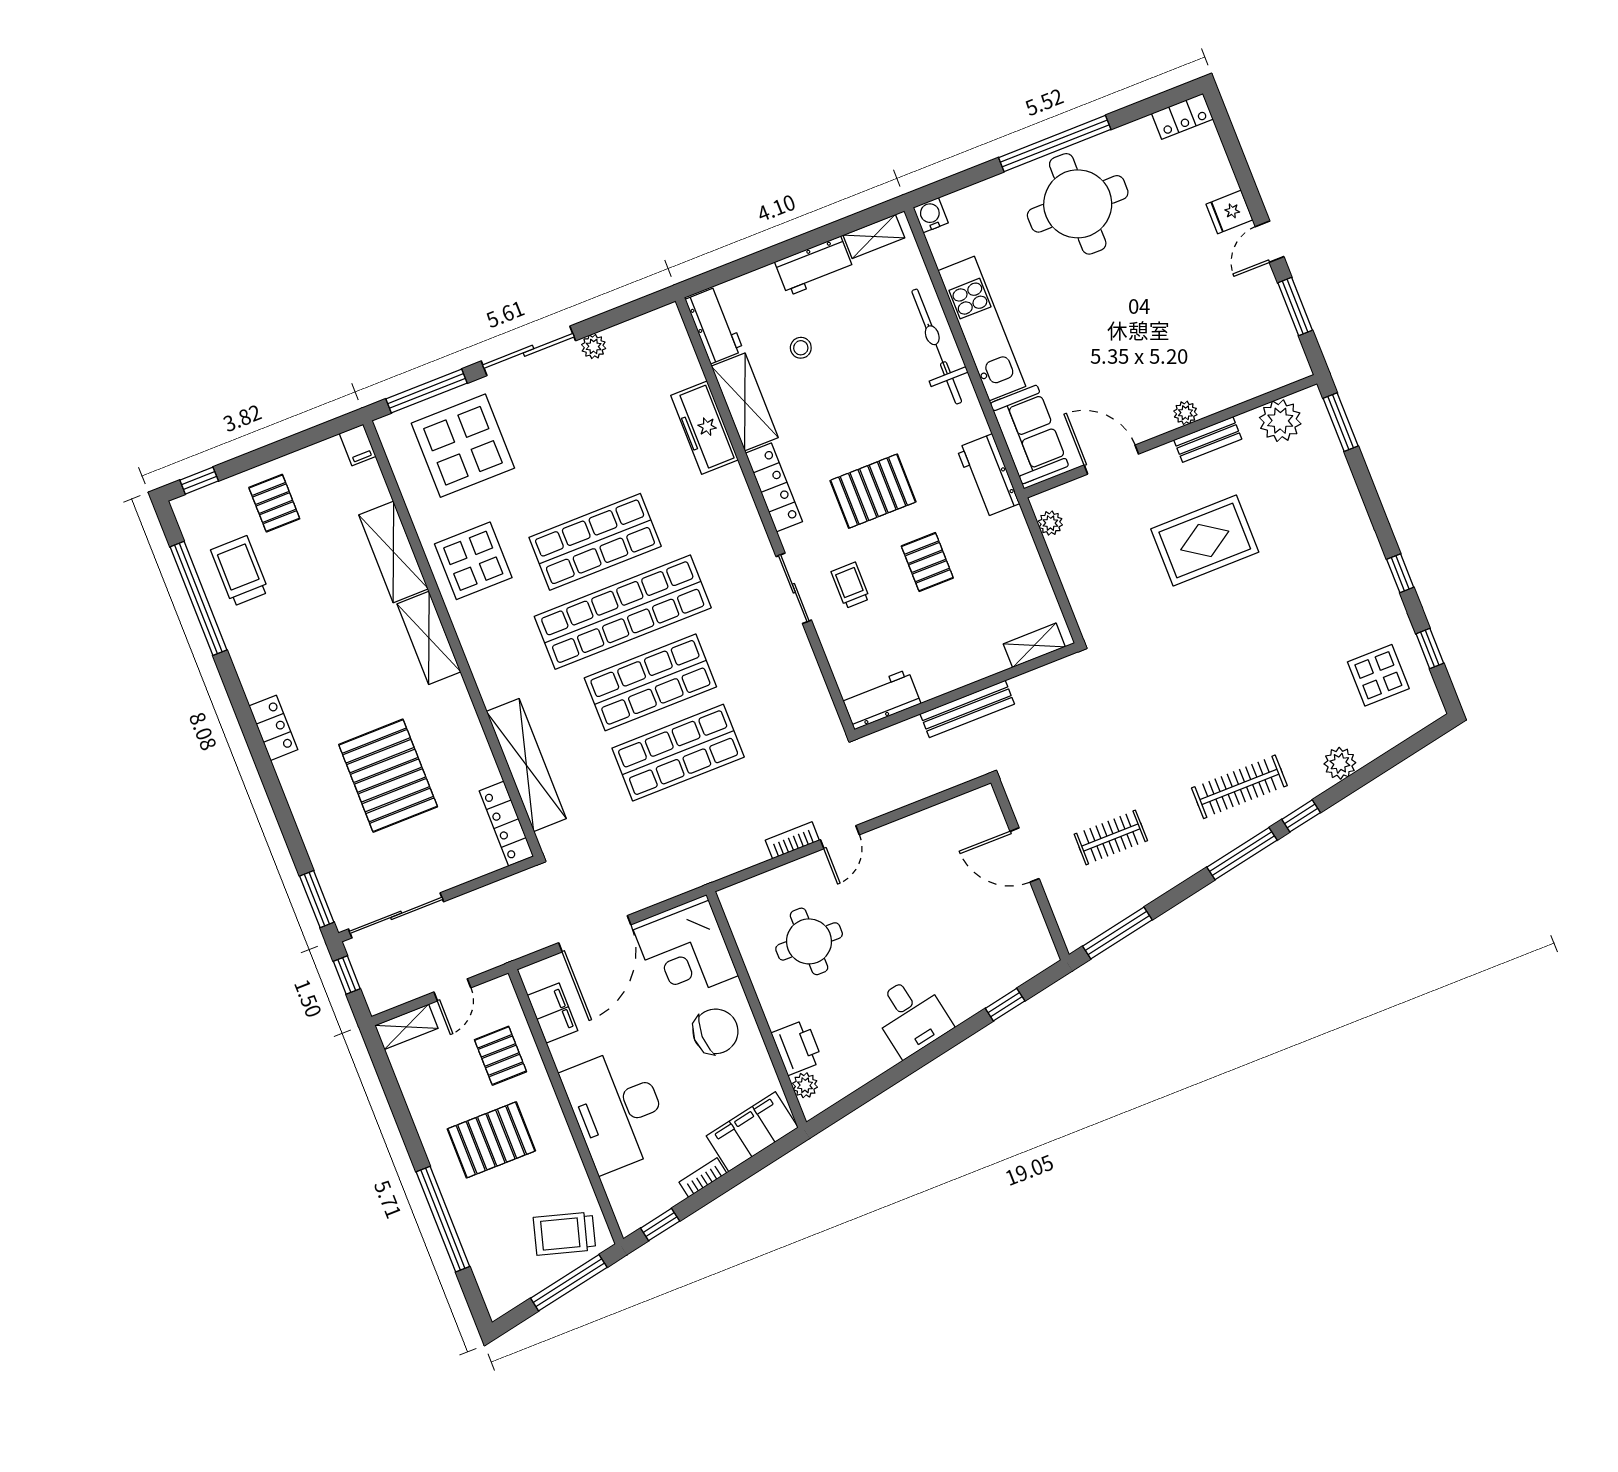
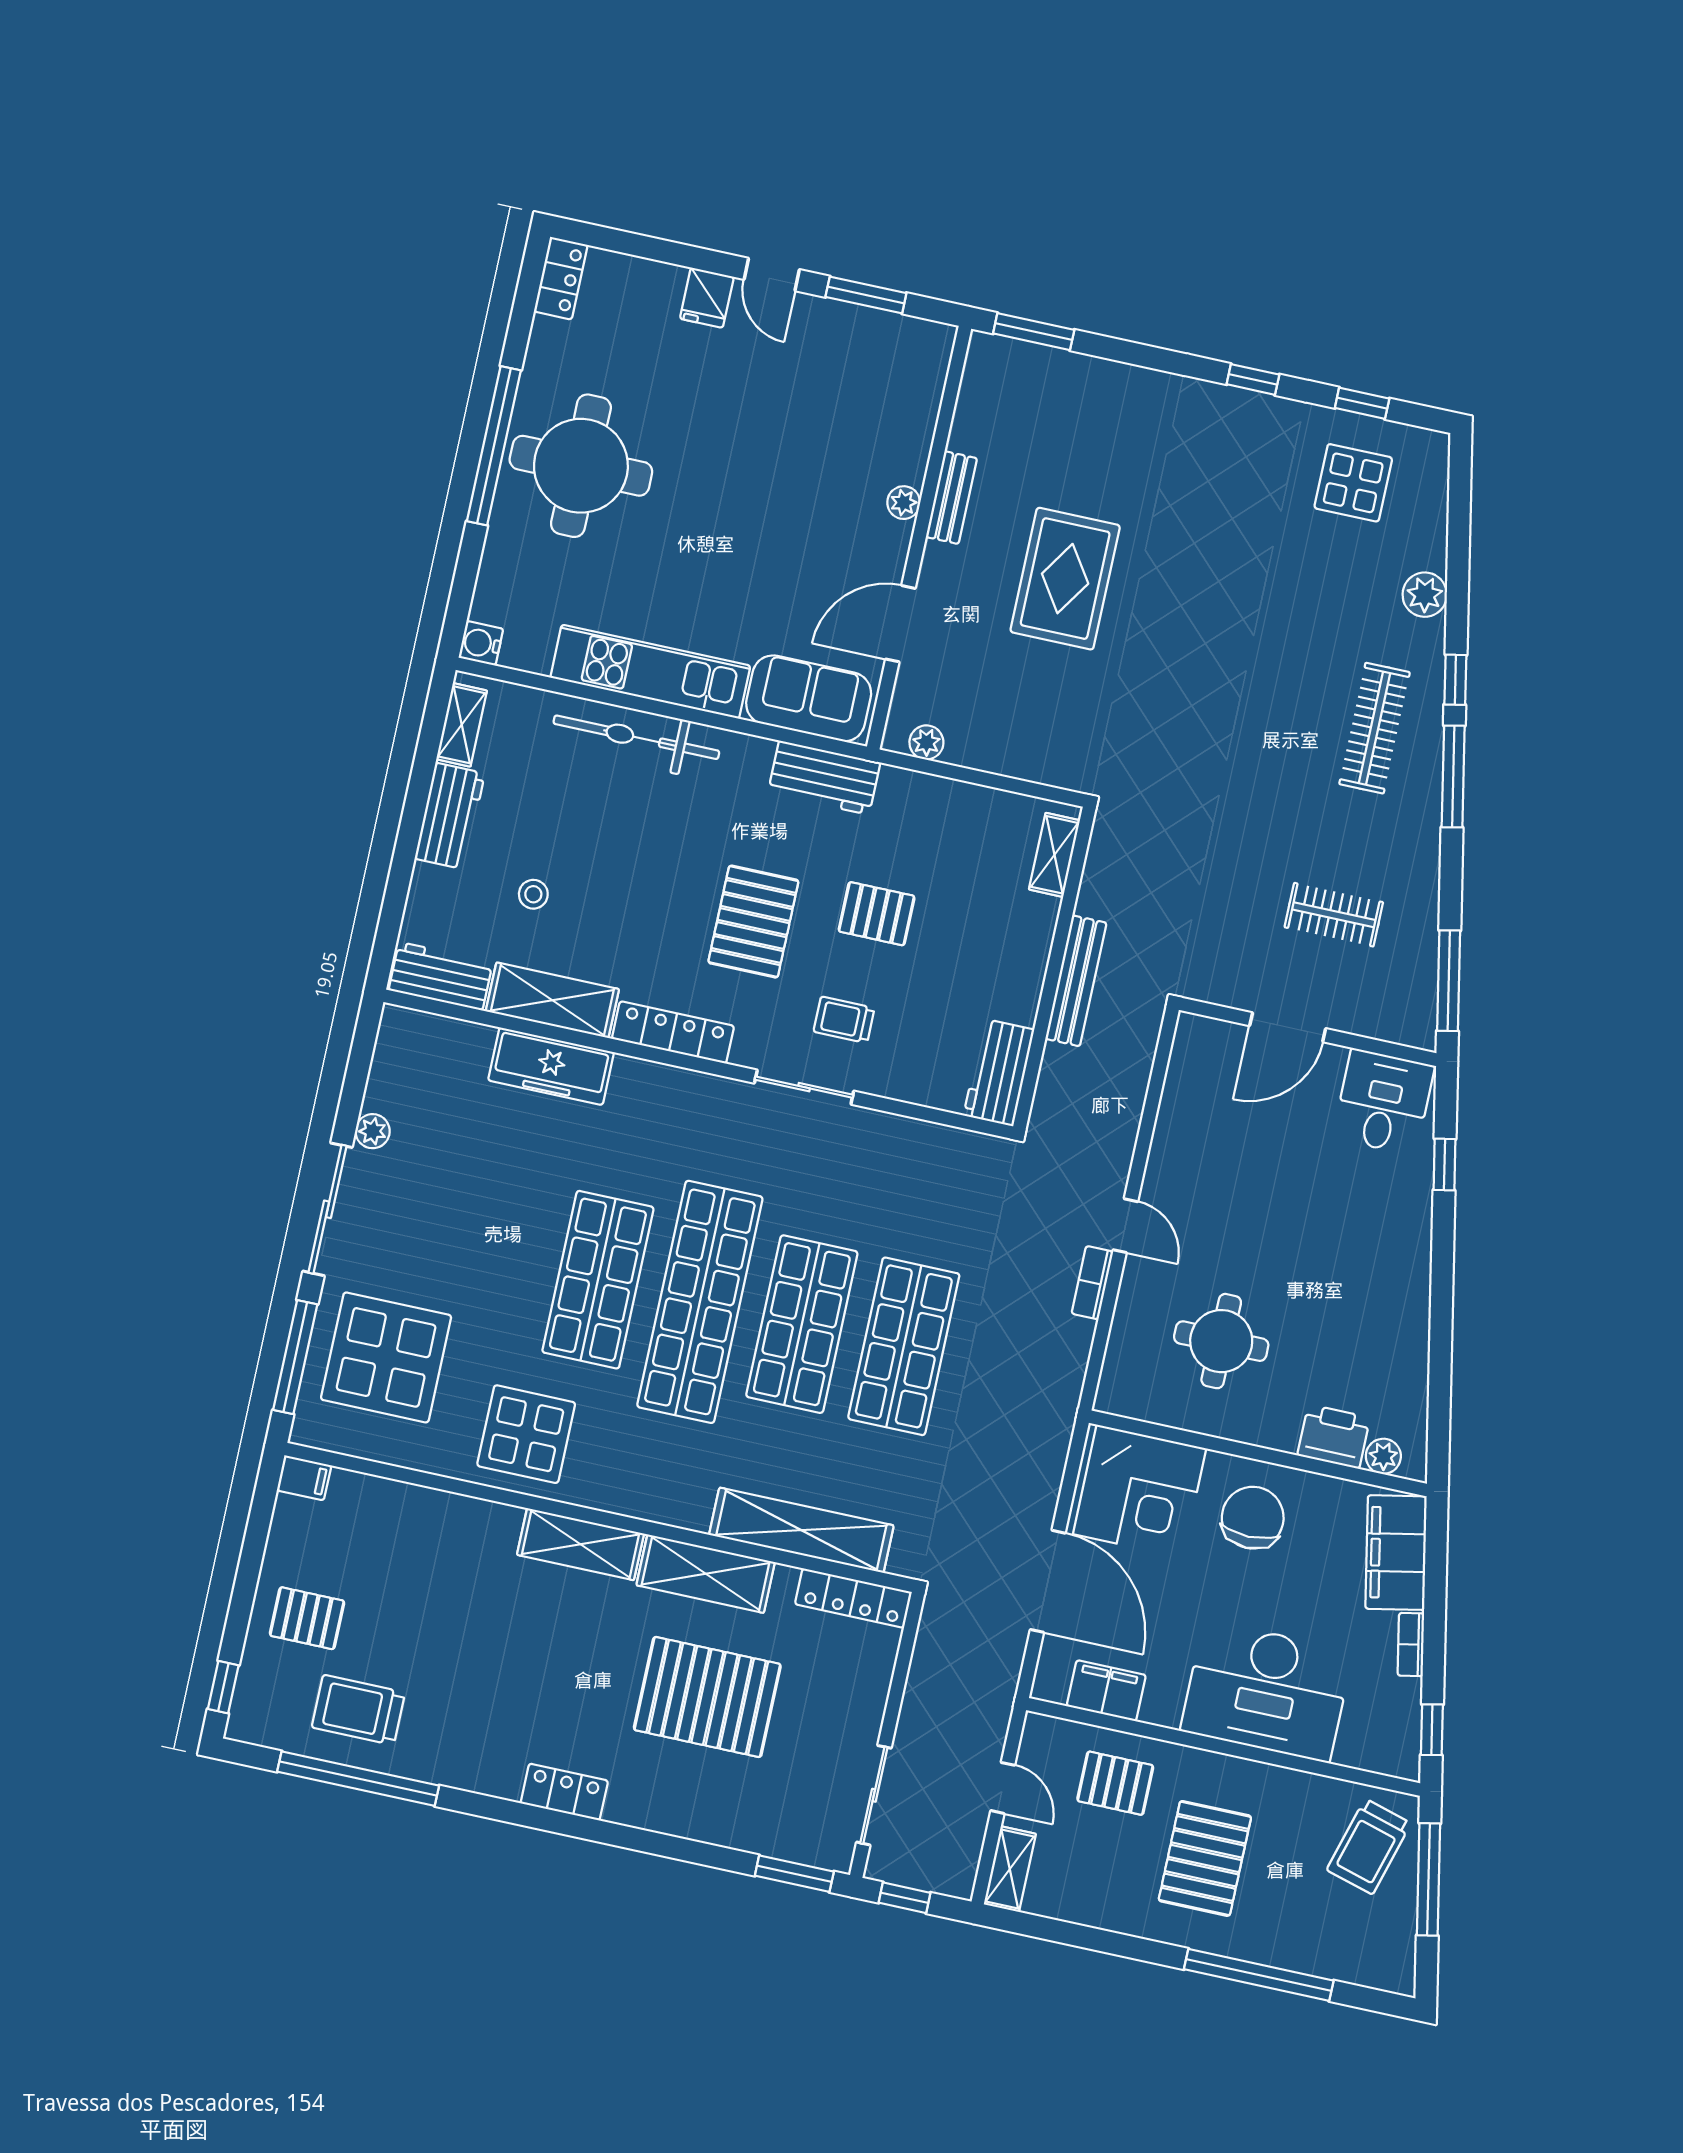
plant: (1280, 421) -> (985, 400), removed
shelving: (393, 552) -> (706, 1574), moved
clothes rail: (1111, 837) -> (1334, 915), turned 90
sliding door: (396, 915) -> (874, 1795), width x0.73
desk: (911, 1016) -> (1383, 1102), moved, turned -79

